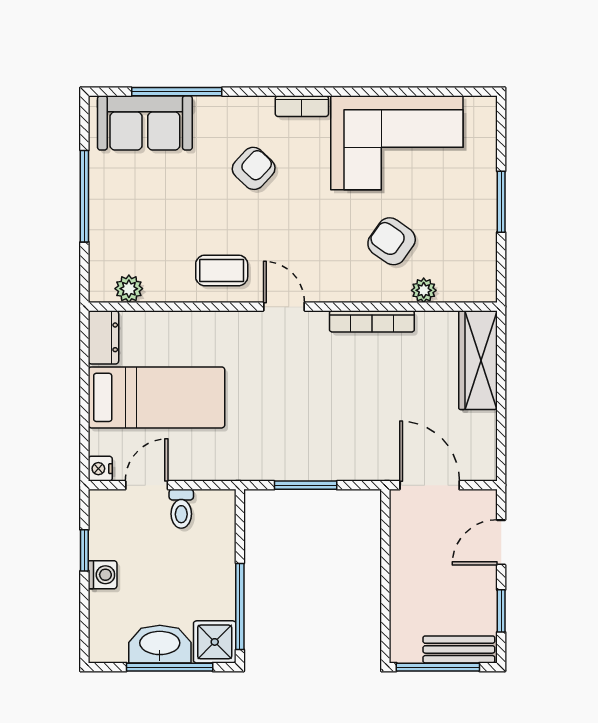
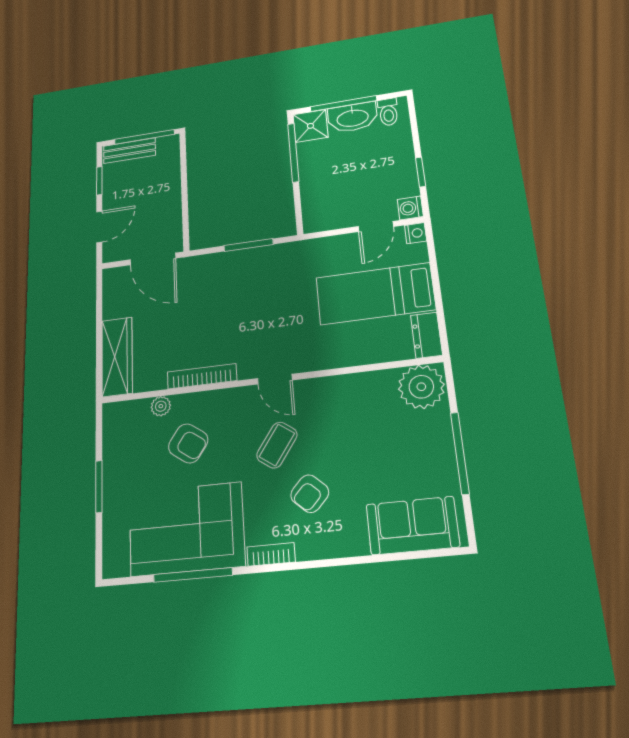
window: (177, 92) -> (193, 575), moved
coffee table: (222, 270) -> (277, 445), moved, turned -55
plant: (129, 289) -> (421, 387), width x1.88, depth x1.88
toilet: (181, 509) -> (388, 112), moved, turned 180
washing machine: (103, 575) -> (410, 208), moved

